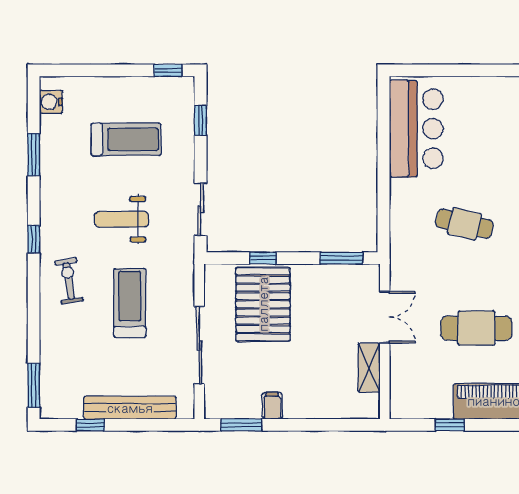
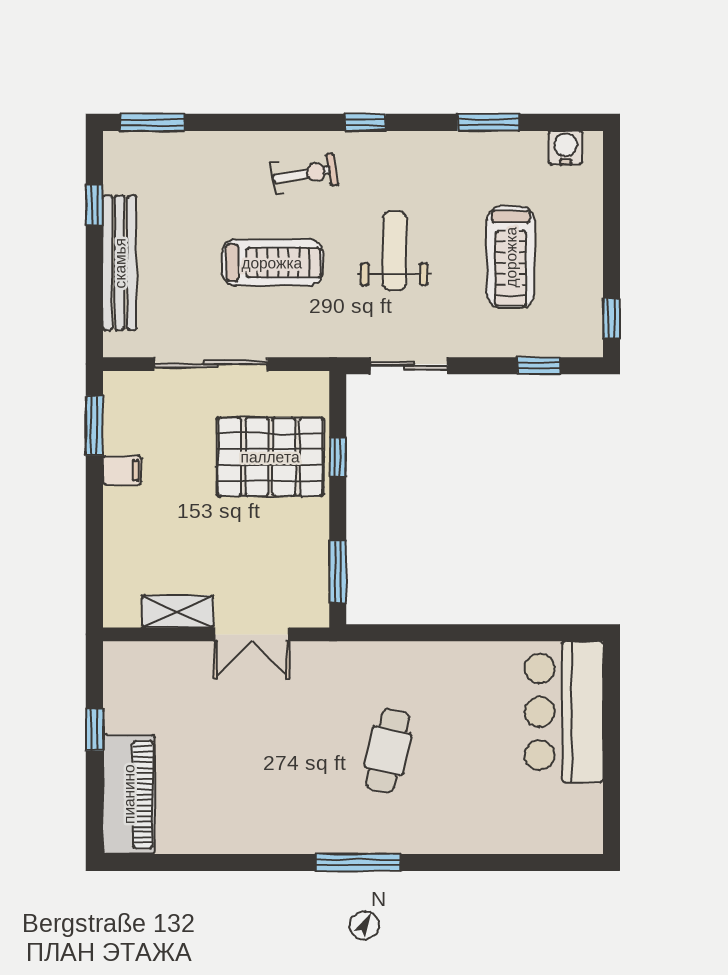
bar counter: (416, 129) -> (564, 712), moved, turned 90
cafe table: (476, 328) -> (236, 768), removed

